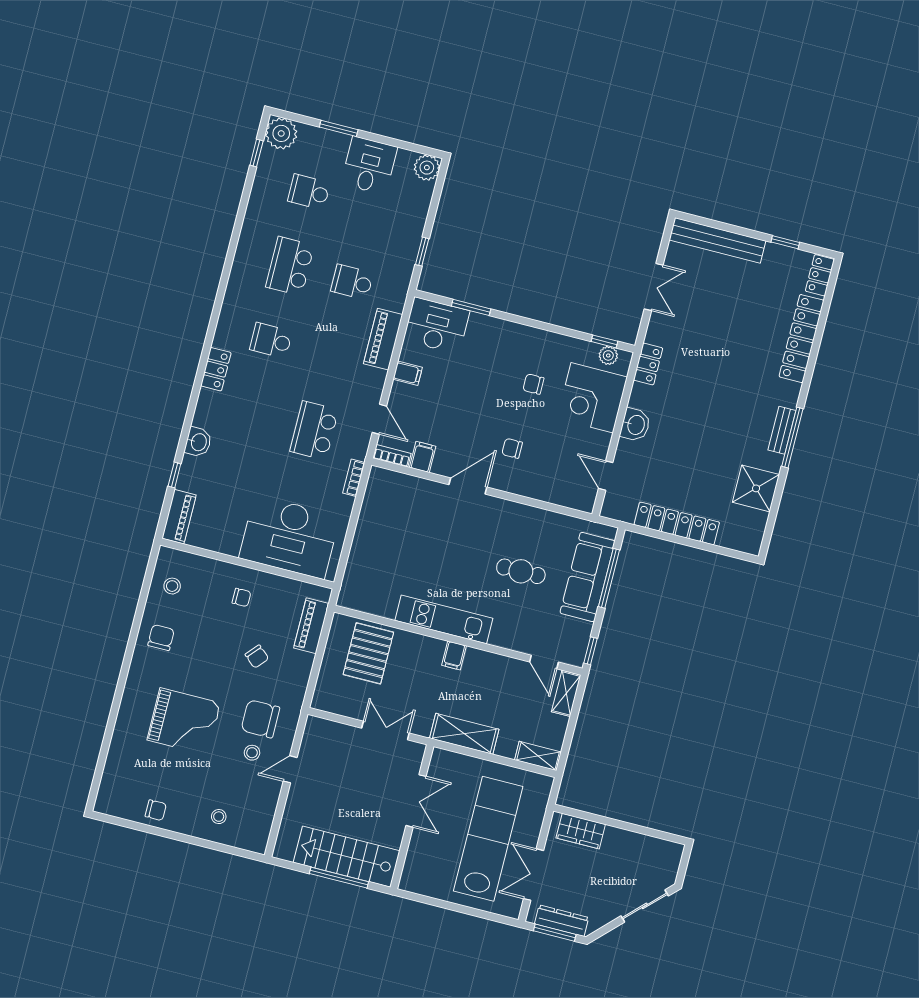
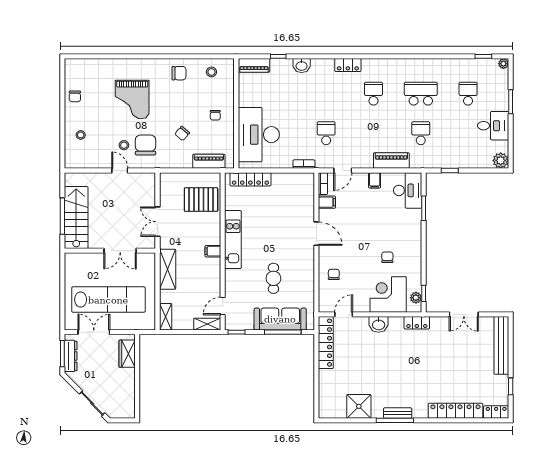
plant: (281, 133) -> (503, 64), width x0.53, depth x0.53
school desk: (314, 431) -> (326, 133), width x0.54
chair: (512, 448) -> (334, 274), moved
locker: (677, 523) -> (326, 343), moved
locker: (356, 568) -> (250, 179), added
double door: (385, 731) -> (158, 222), swing flipped

